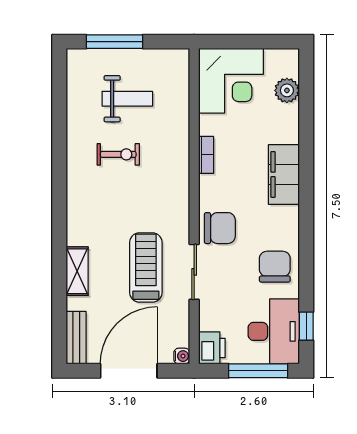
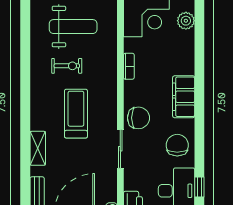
weight bench: (127, 99) -> (73, 27), width x1.36, depth x1.33
filing cabinet: (284, 174) -> (184, 97), moved
treadmill: (146, 267) -> (76, 114), moved

